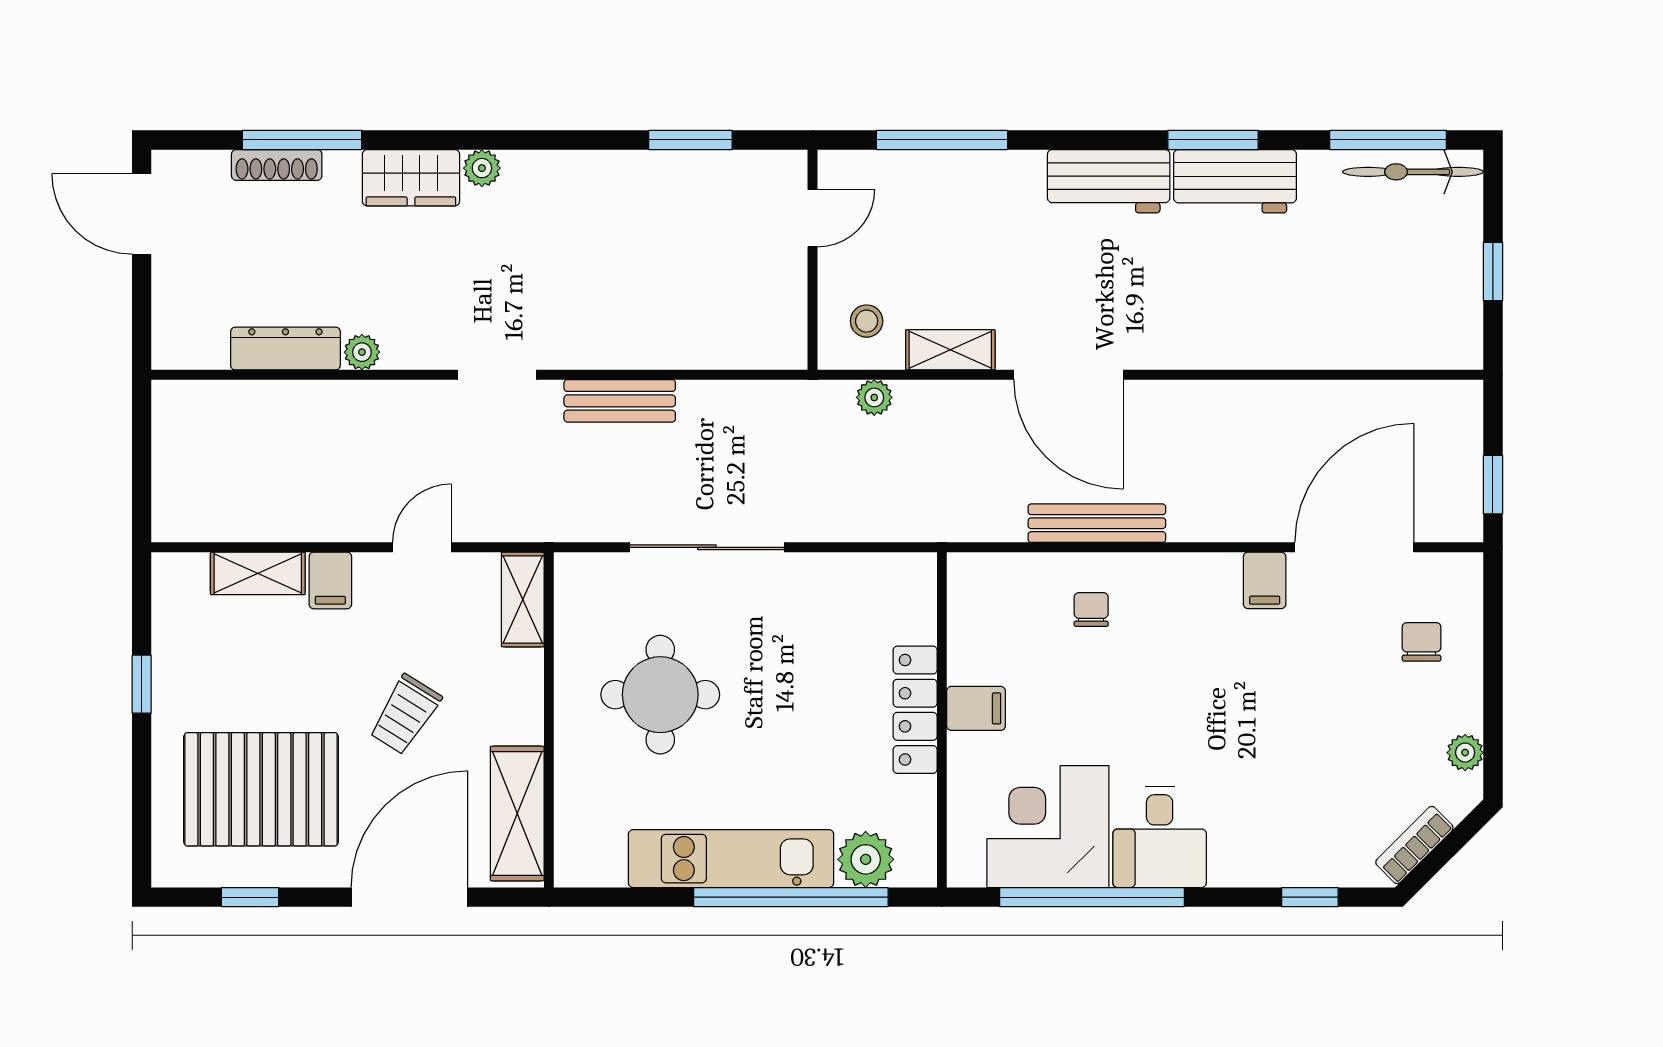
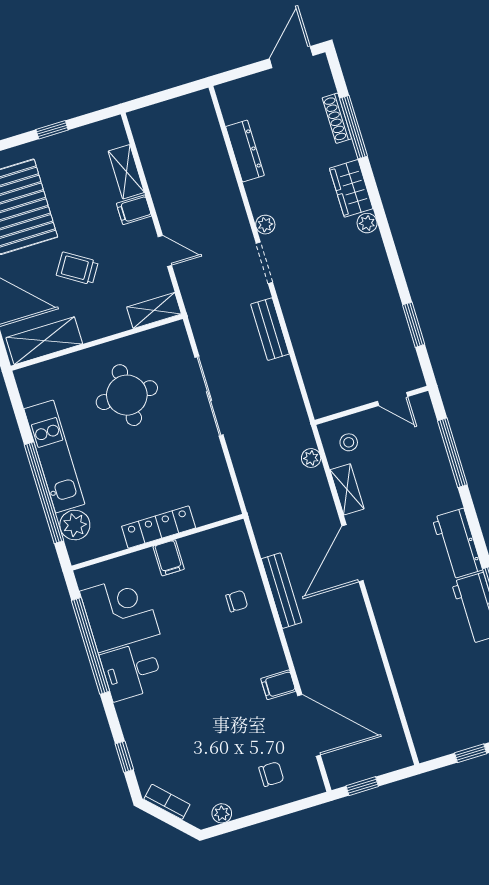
plant: (362, 352) -> (265, 225), moved

